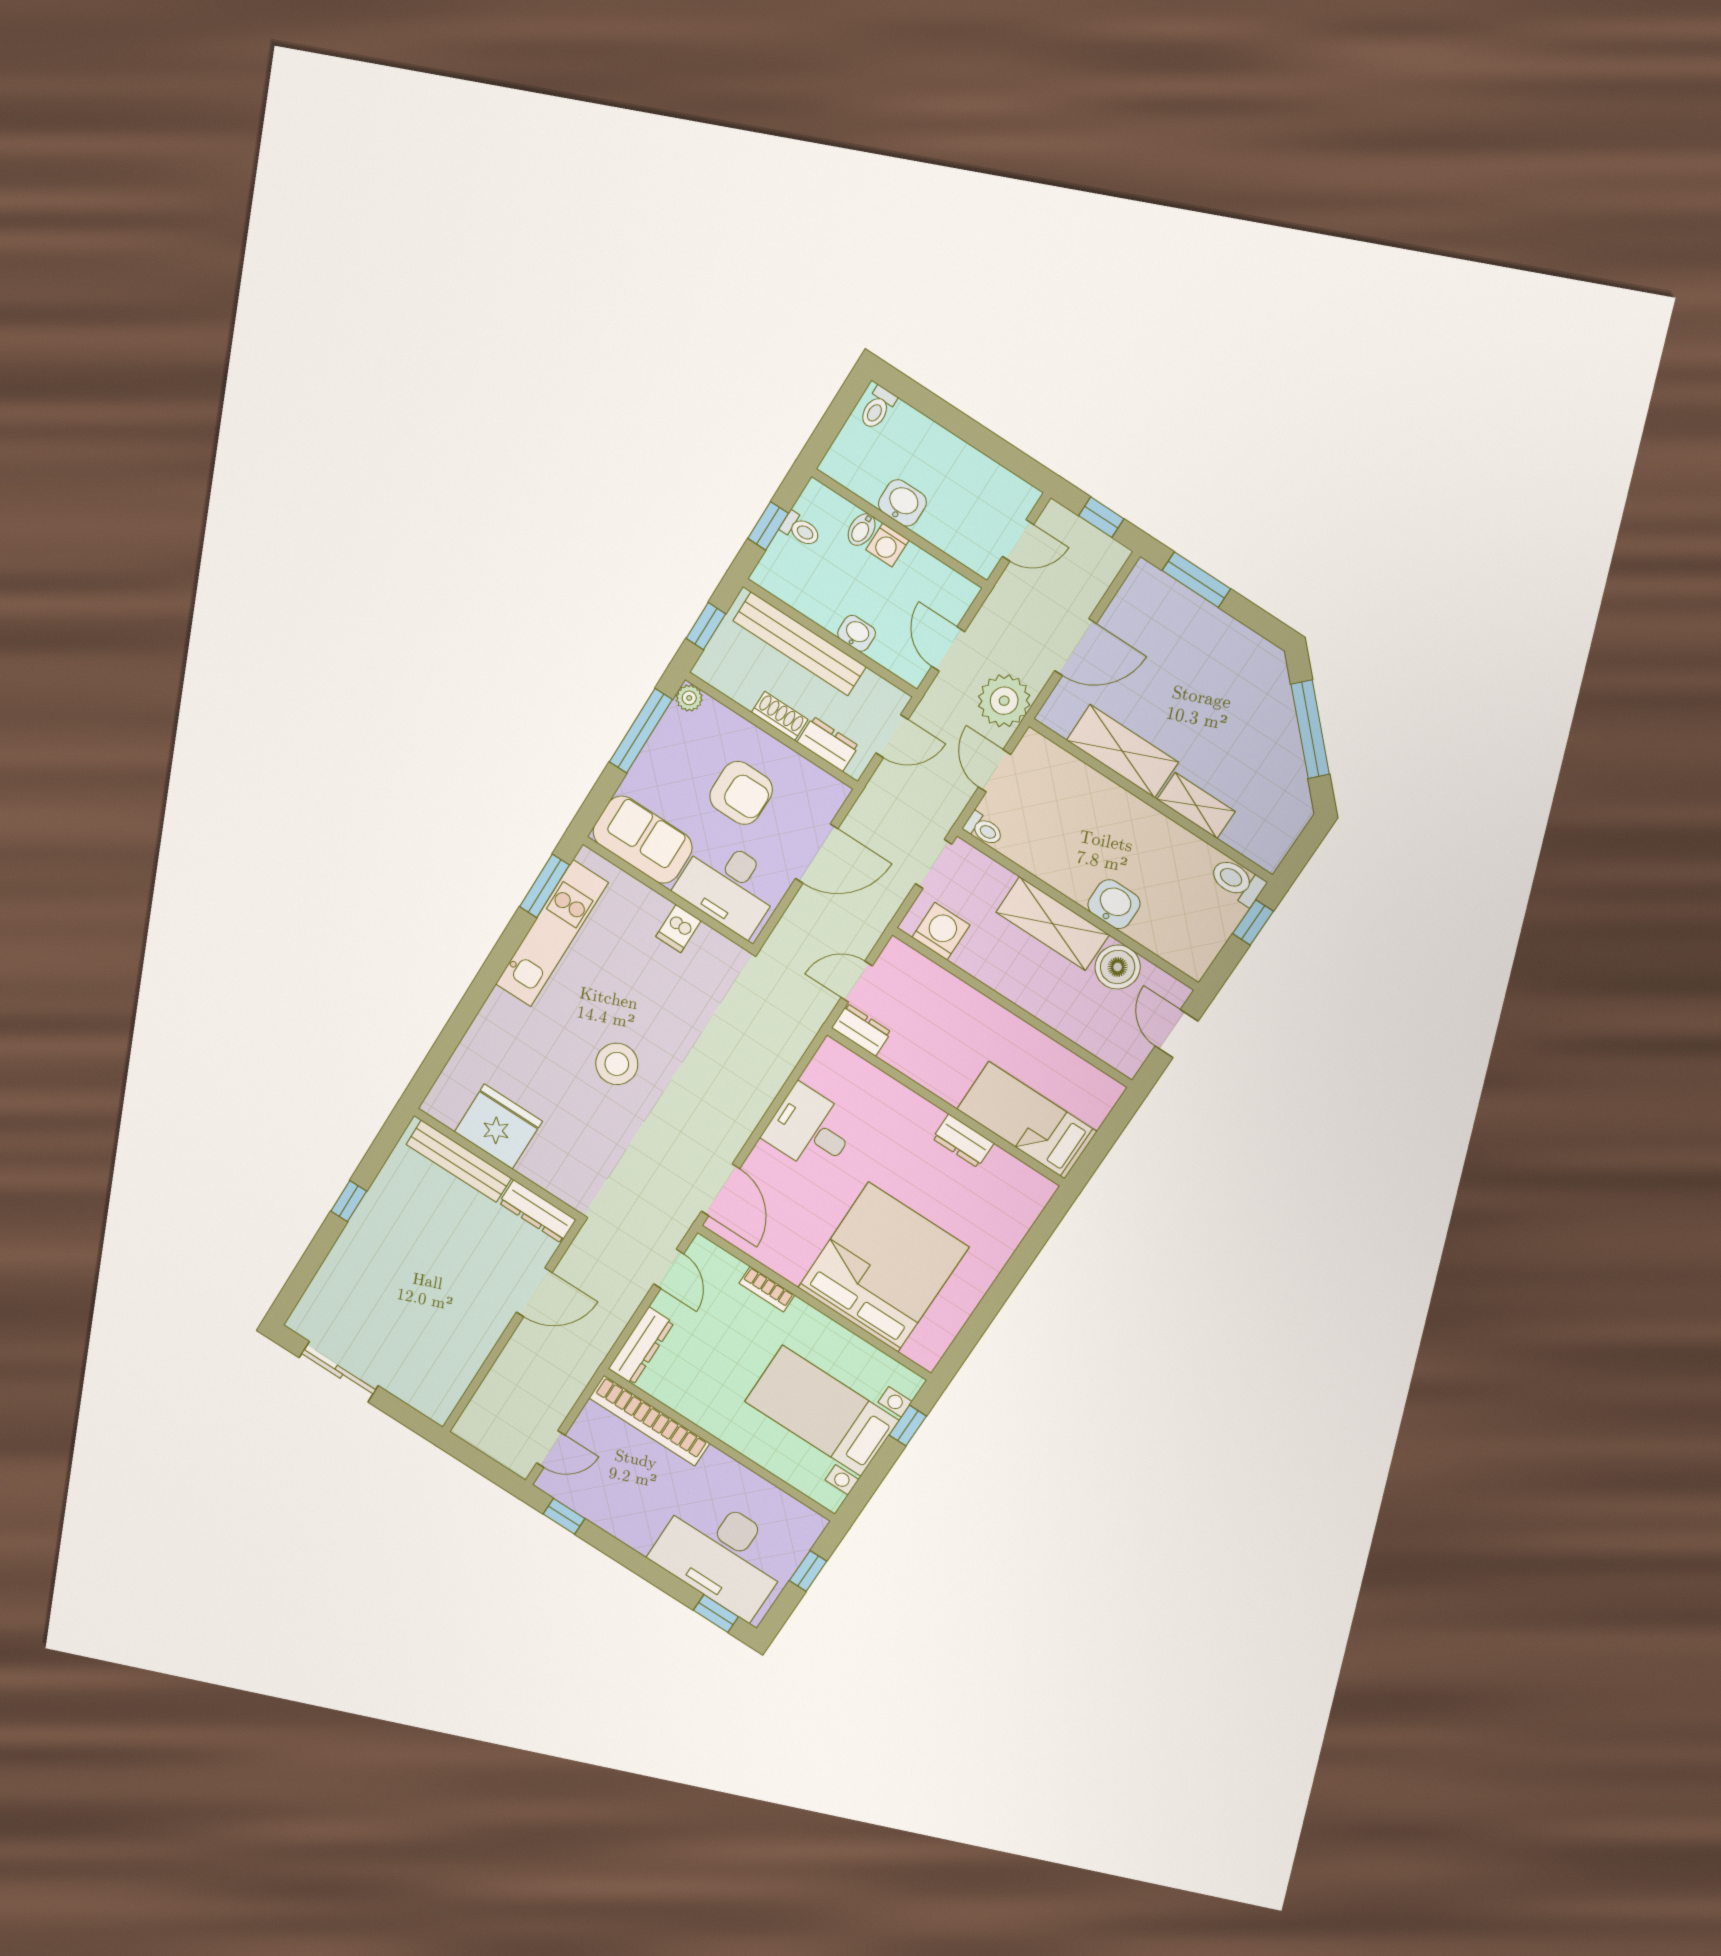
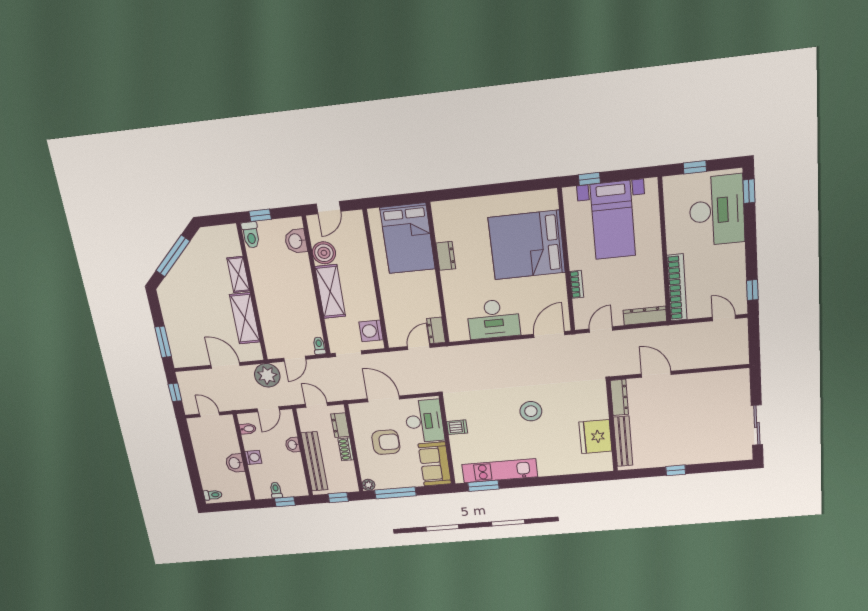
bidet: (862, 530) -> (248, 429), moved
armchair: (741, 793) -> (386, 442), turned 90
washbasin: (1114, 904) -> (296, 241), moved
door: (857, 982) -> (419, 347), swing flipped
bed: (1027, 1120) -> (408, 238), width x1.50
desk: (810, 1129) -> (493, 319), width x1.37

